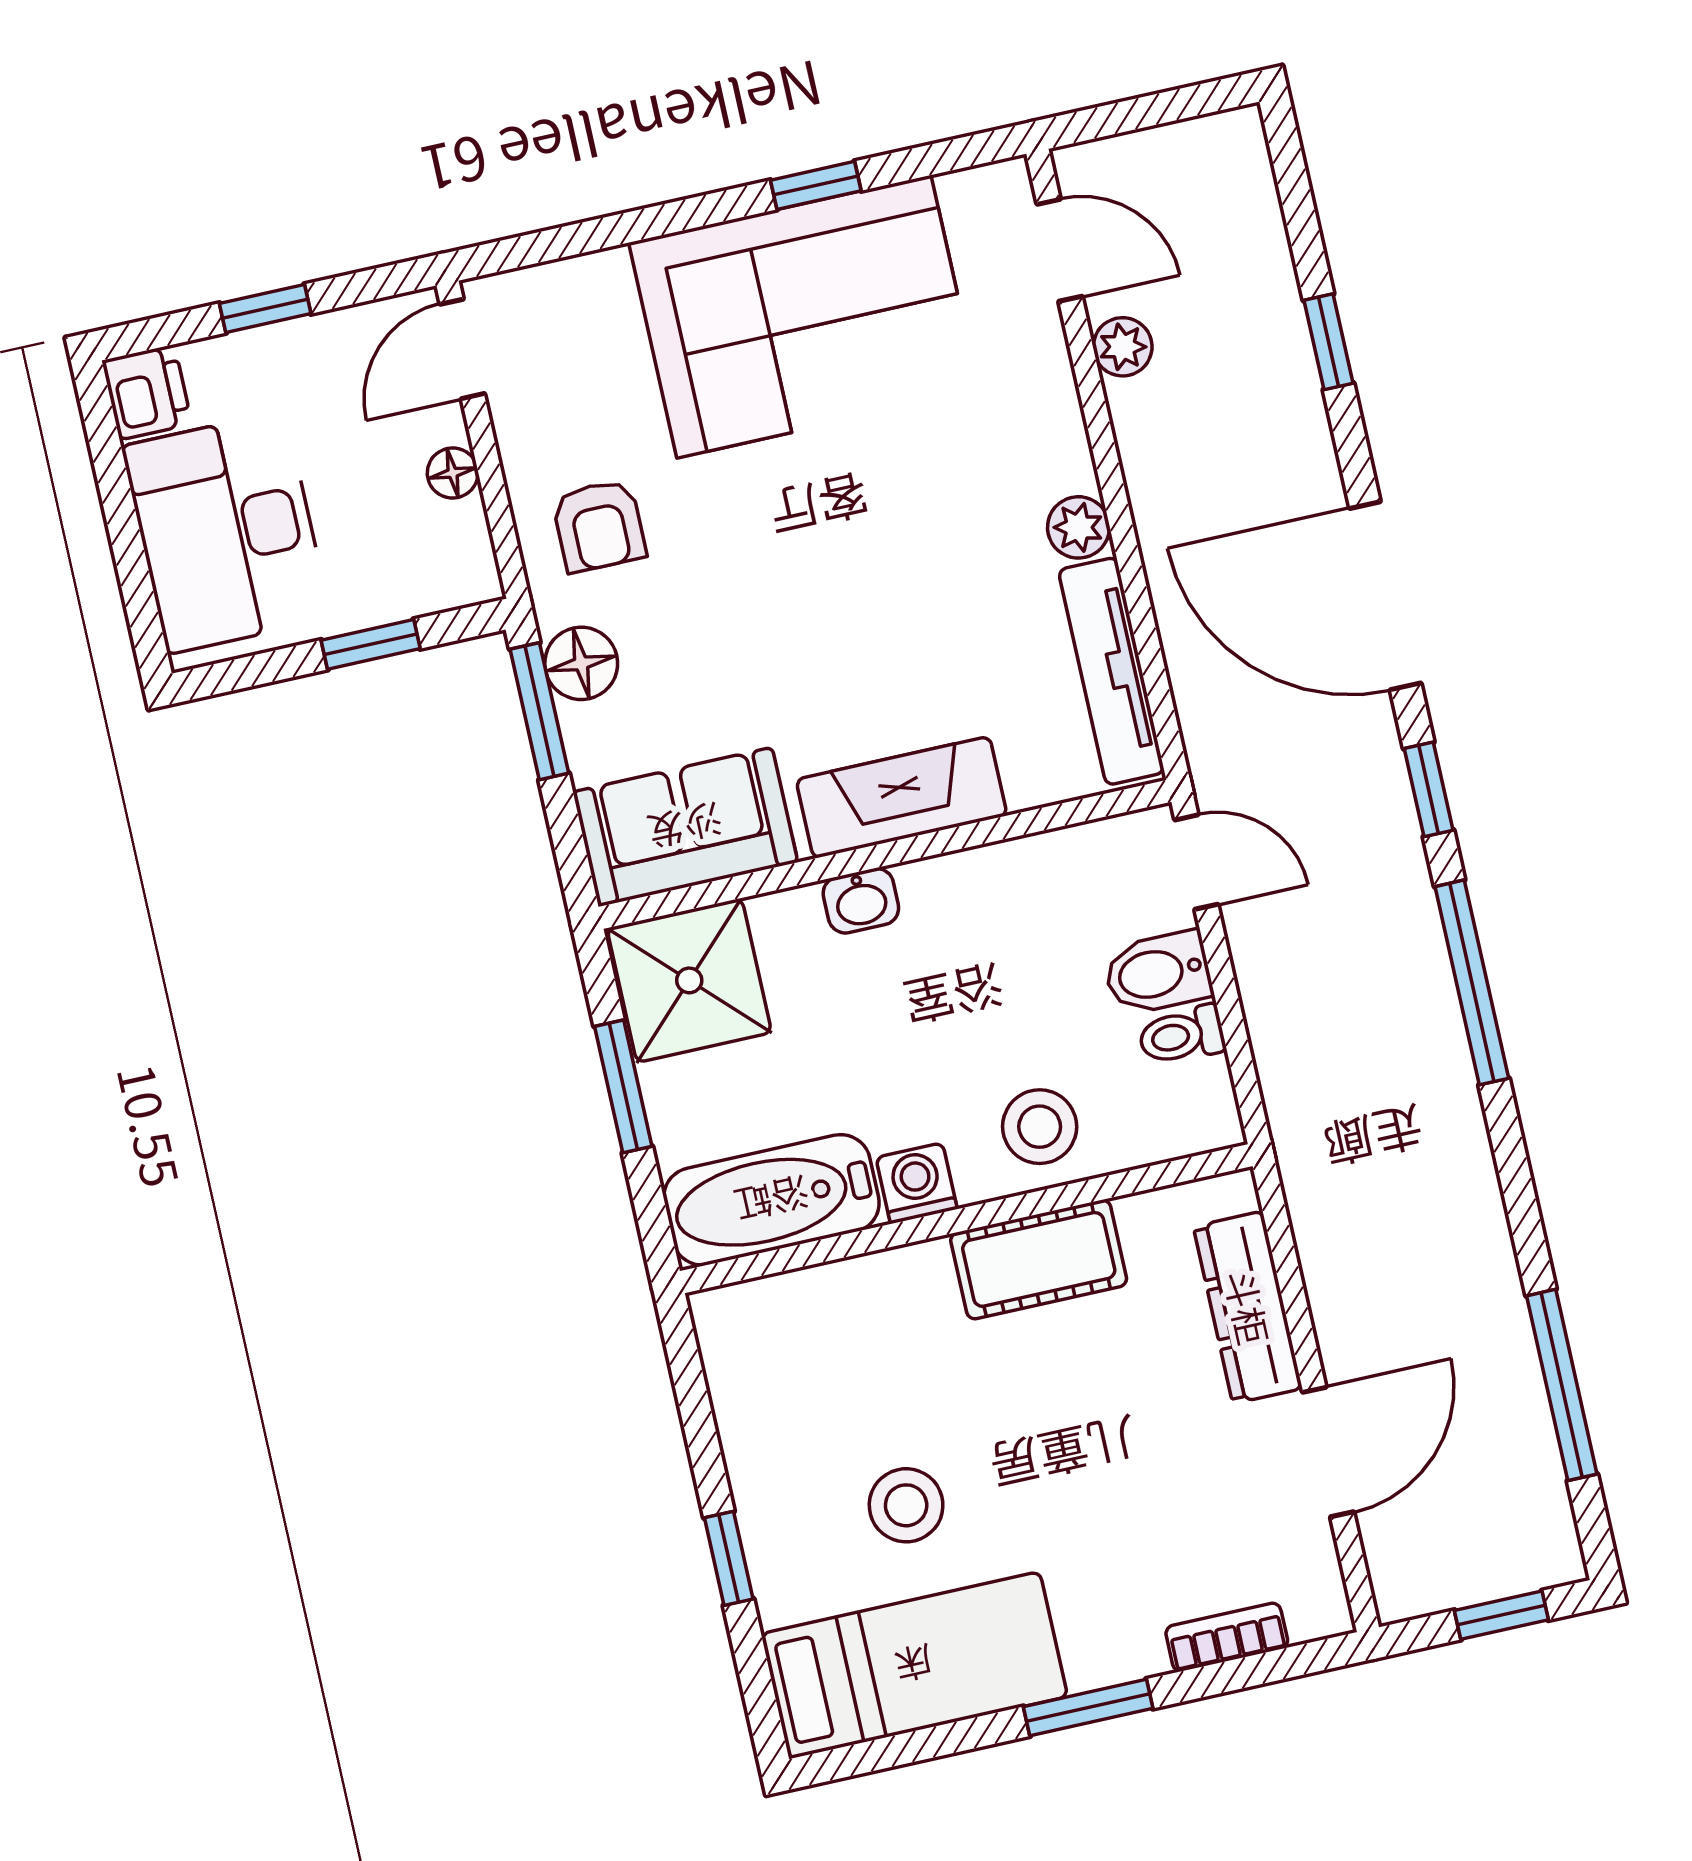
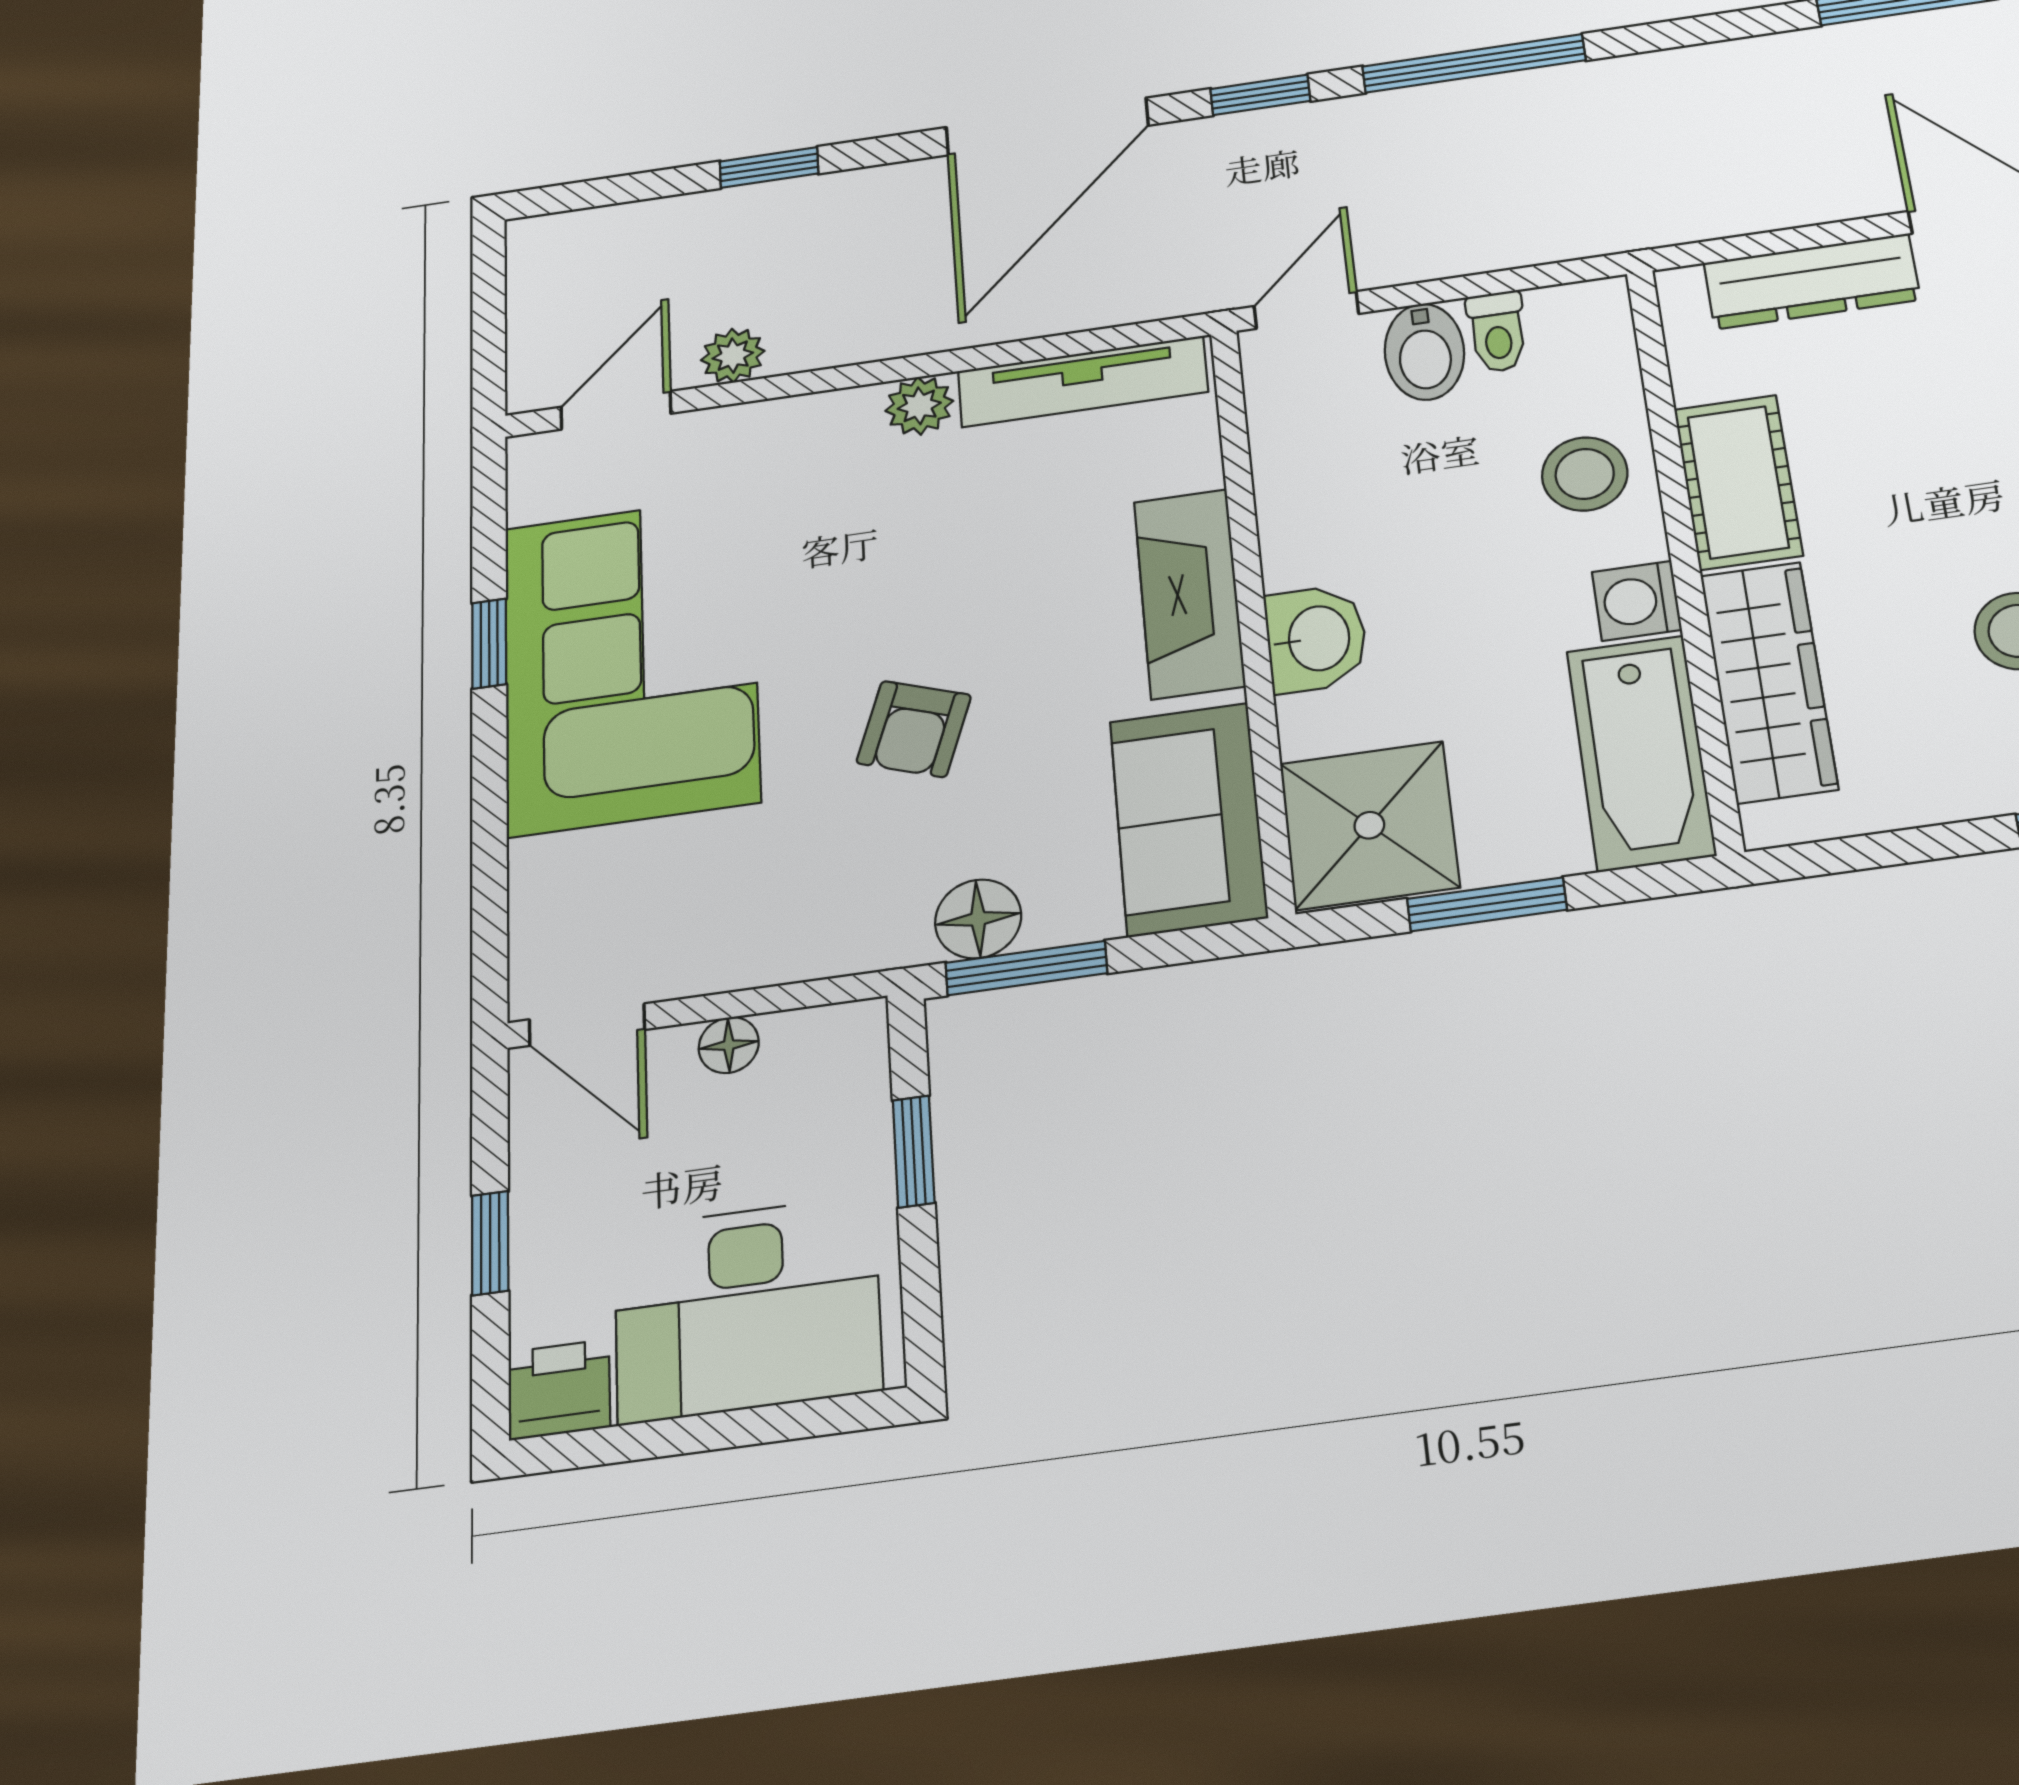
armchair: (599, 526) -> (914, 729), moved, turned 109
washbasin: (861, 901) -> (1316, 639), width x1.38, depth x1.45
wardrobe: (845, 1301) -> (1769, 682), added

